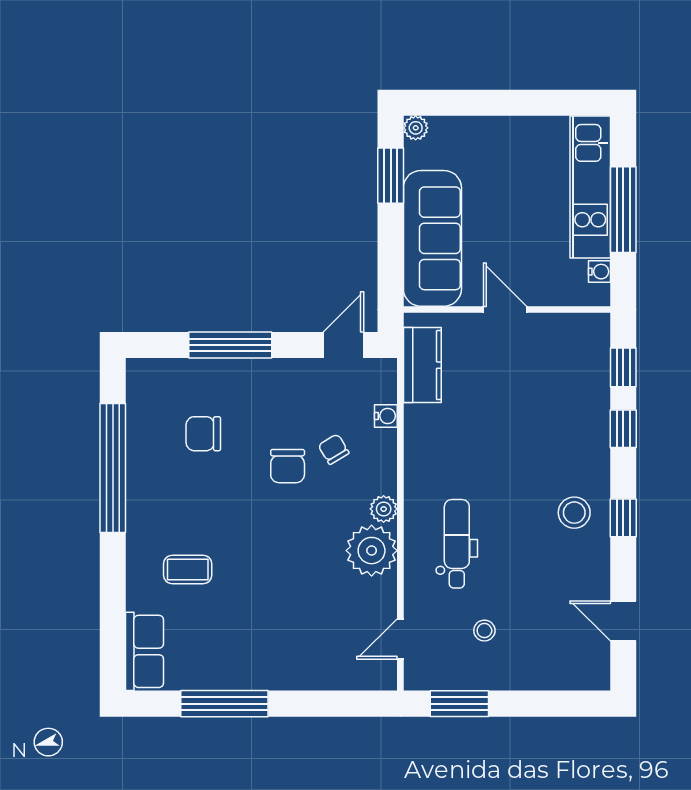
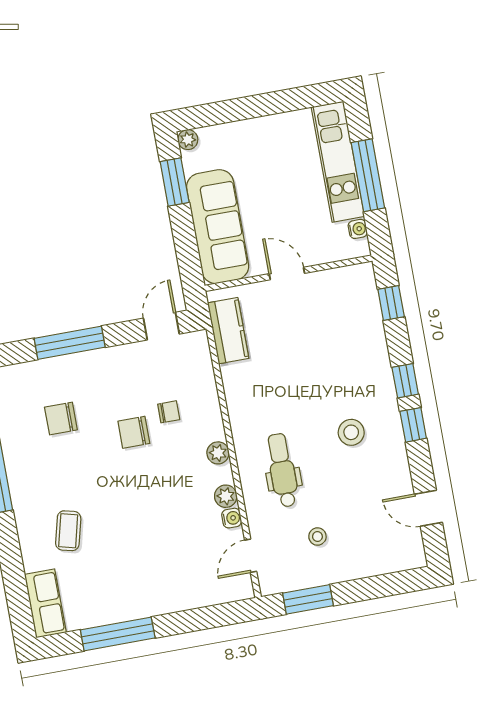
water cooler: (386, 416) -> (232, 518), moved
window: (623, 429) -> (405, 381), moved
chair: (334, 449) -> (169, 412), turned 121
chair: (288, 466) -> (134, 432), turned 90
stool: (574, 513) -> (351, 432), moved
plant: (372, 551) -> (226, 496), width x0.53, depth x0.53
coffee table: (188, 569) -> (68, 531), turned -76

